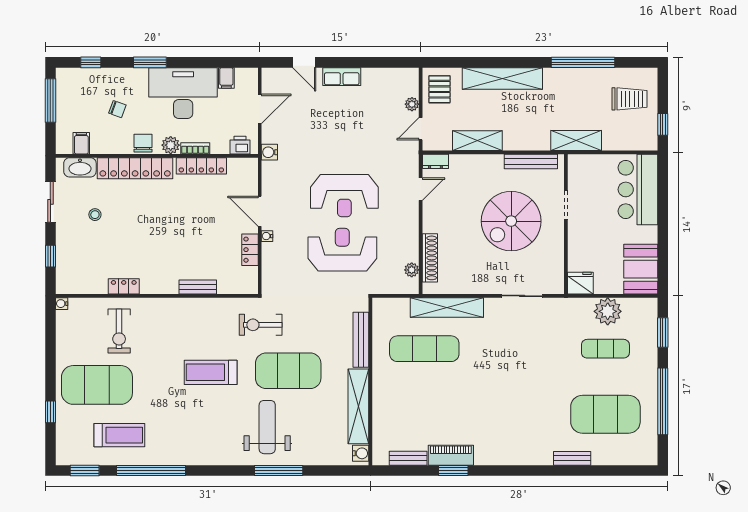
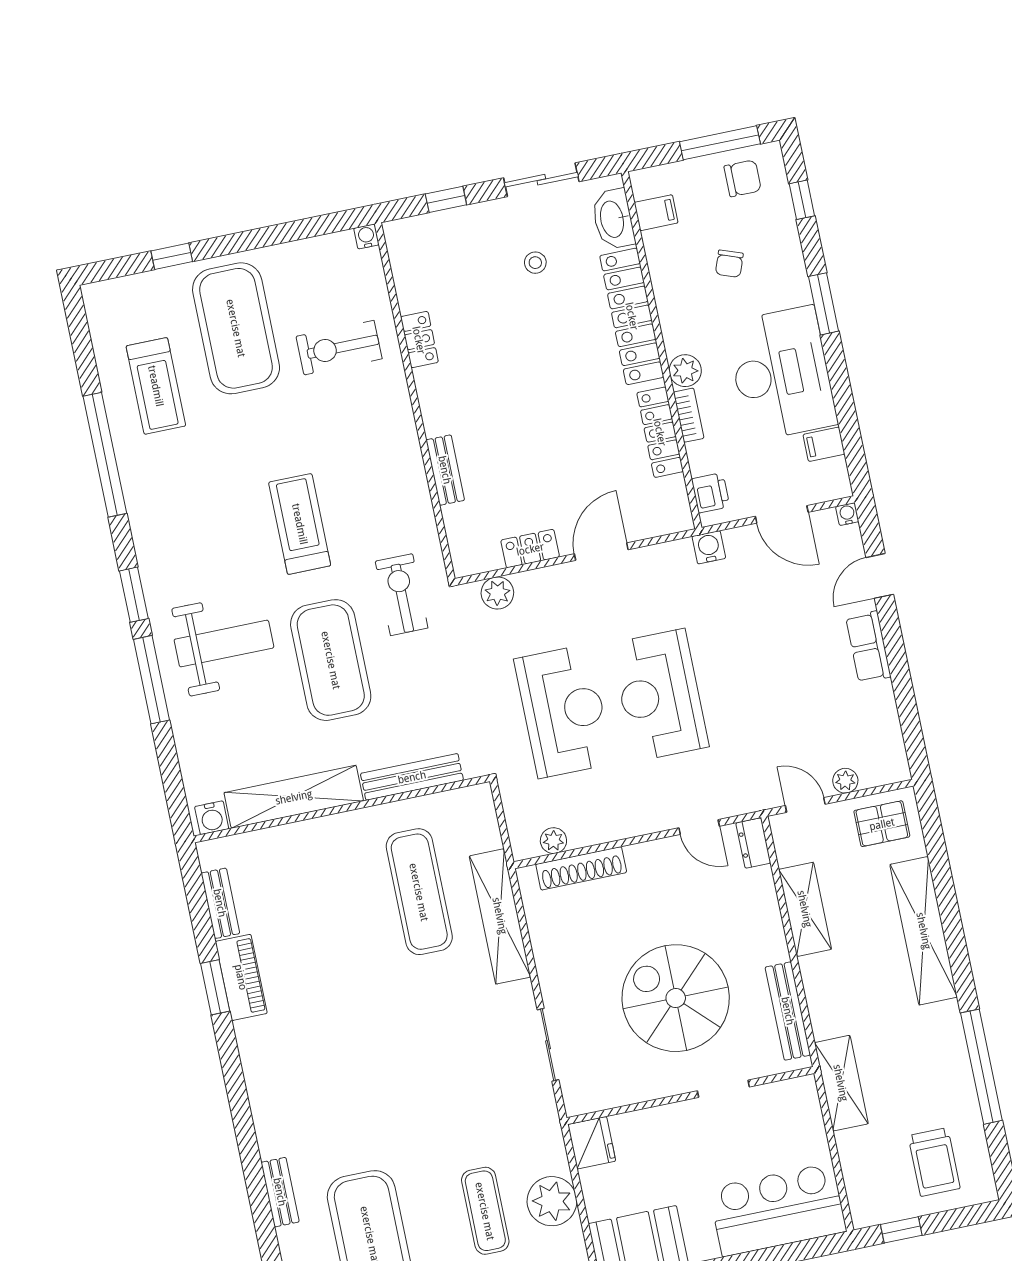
chair: (143, 143) -> (743, 178), moved
water cooler: (267, 236) -> (847, 514), moved
plant: (270, 272) -> (497, 593), added
window: (85, 471) -> (134, 595), moved

